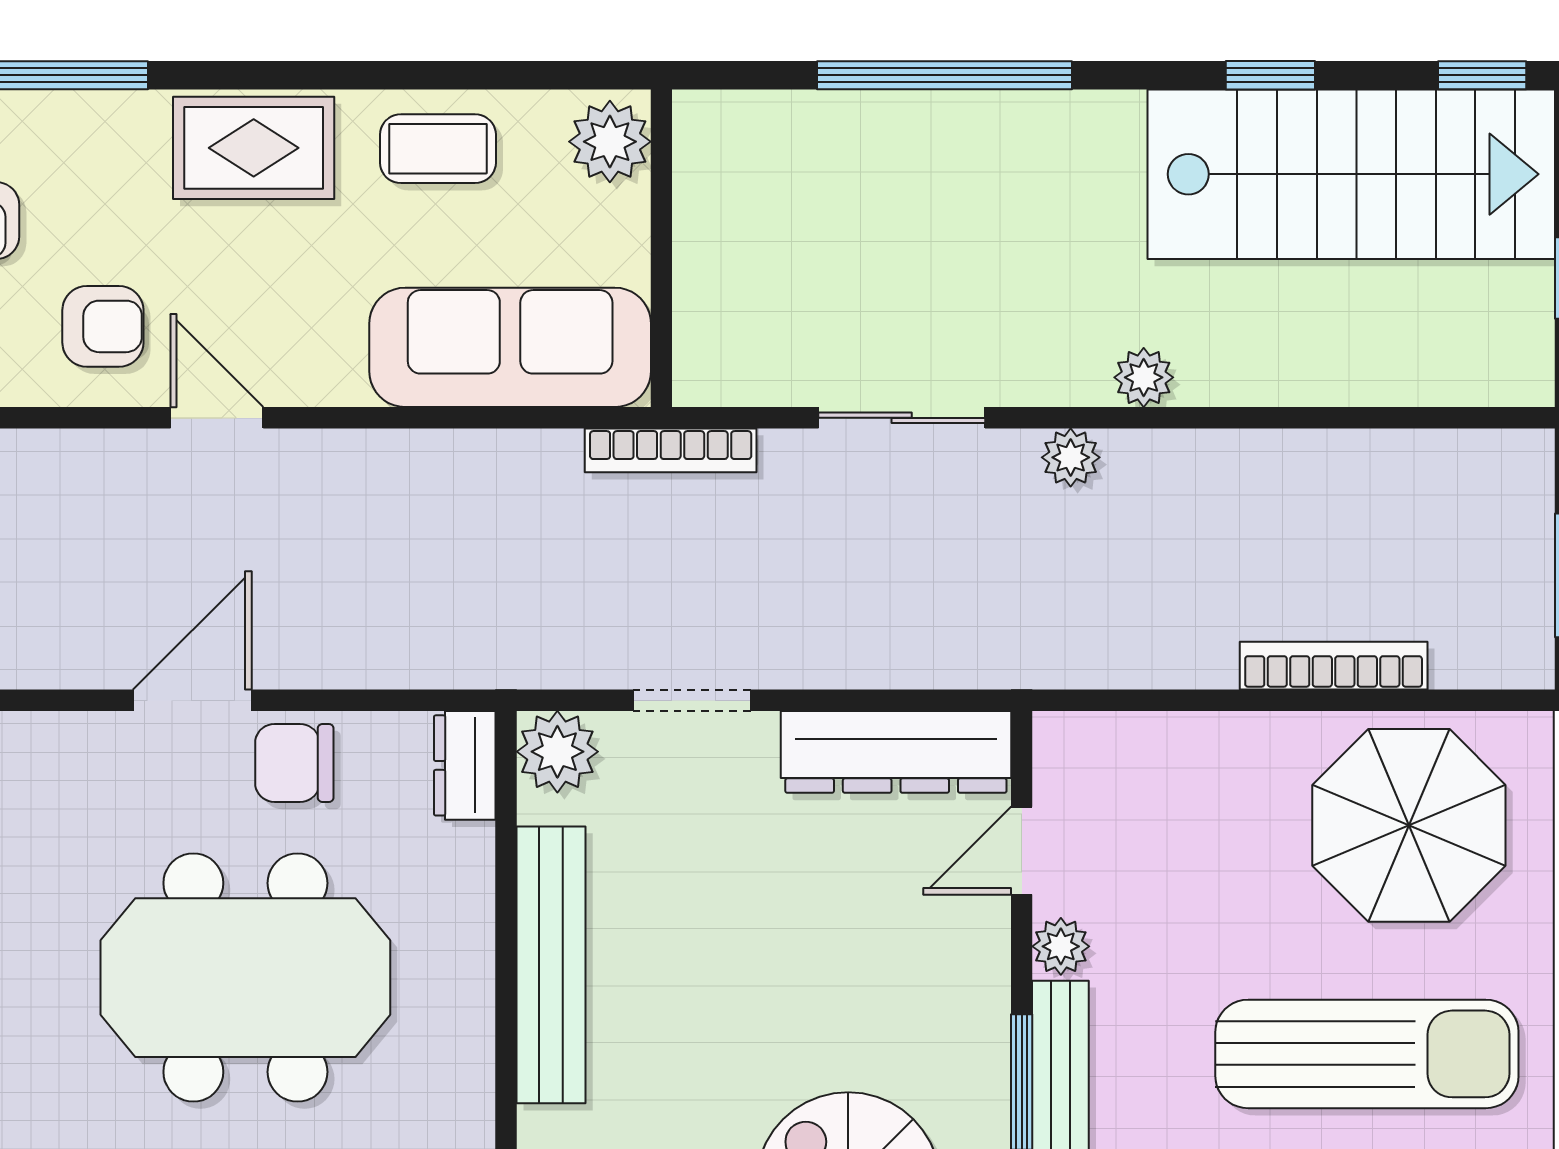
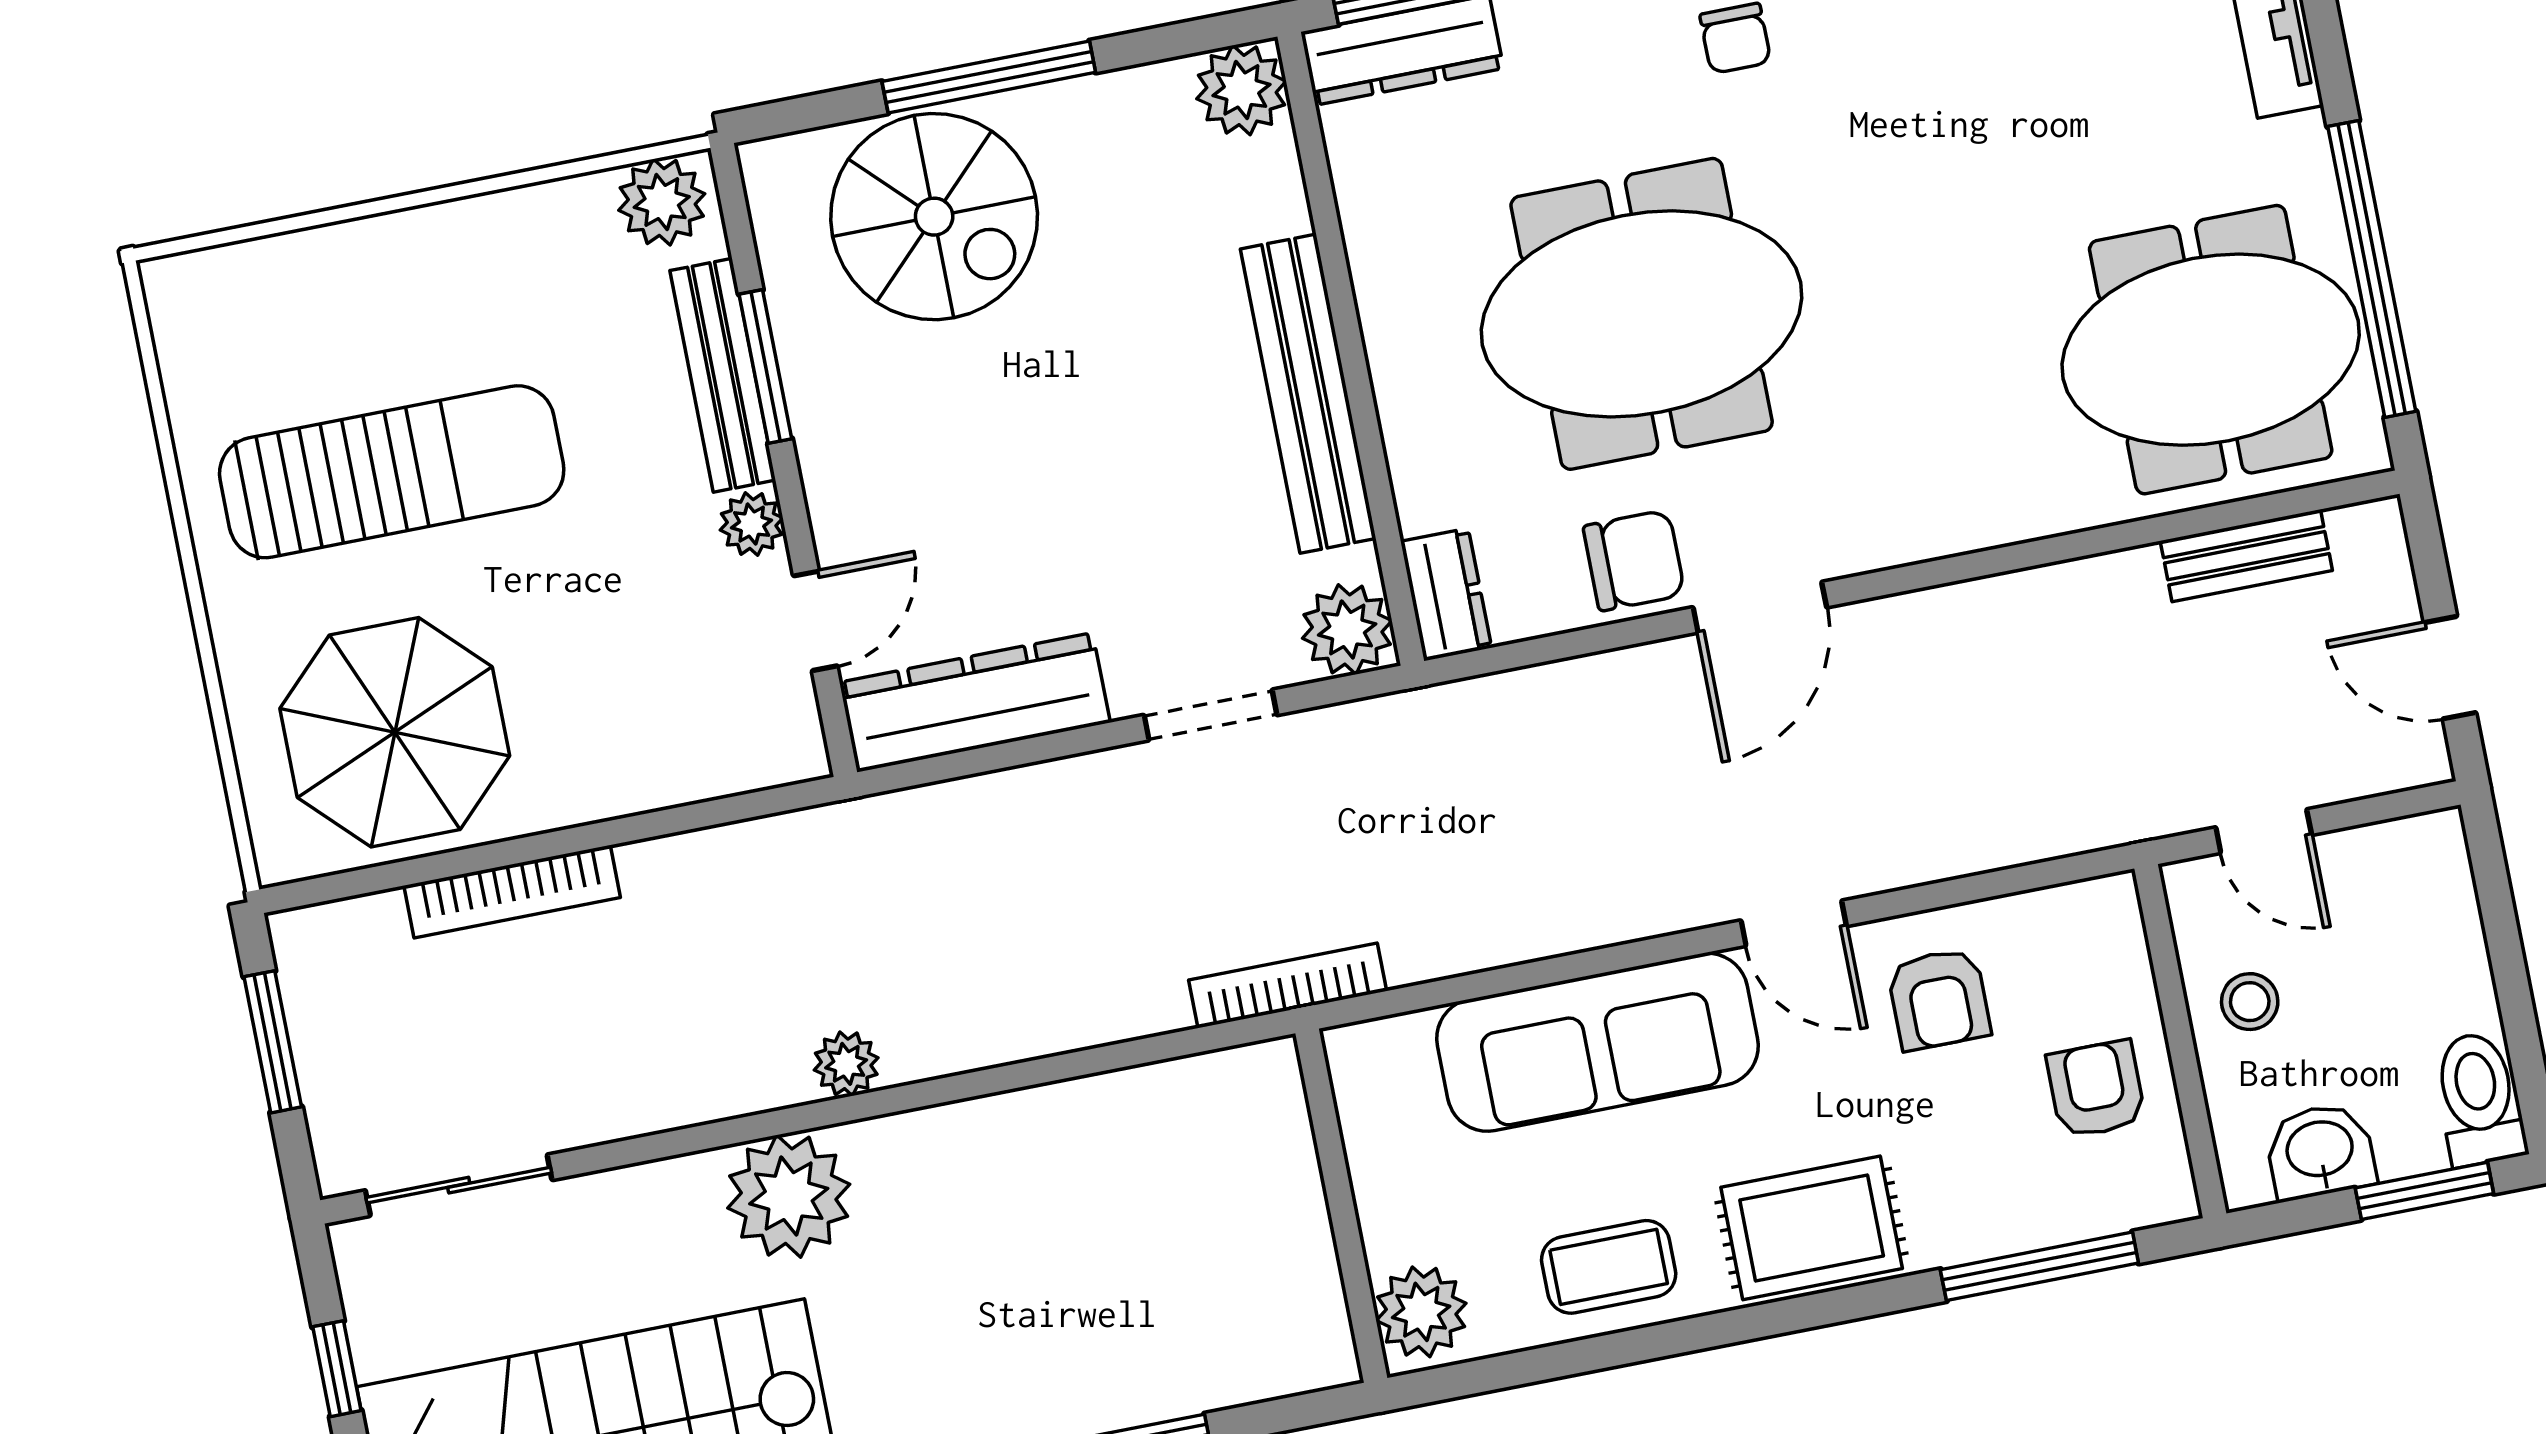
armchair: (103, 326) -> (1939, 999), turned -90
sofa: (510, 347) -> (1597, 1042), moved
plant: (1144, 377) -> (789, 1196), width x1.87, depth x1.87
sliding door: (902, 418) -> (459, 1185), moved
sun lounger: (1367, 1054) -> (392, 472), turned 180

